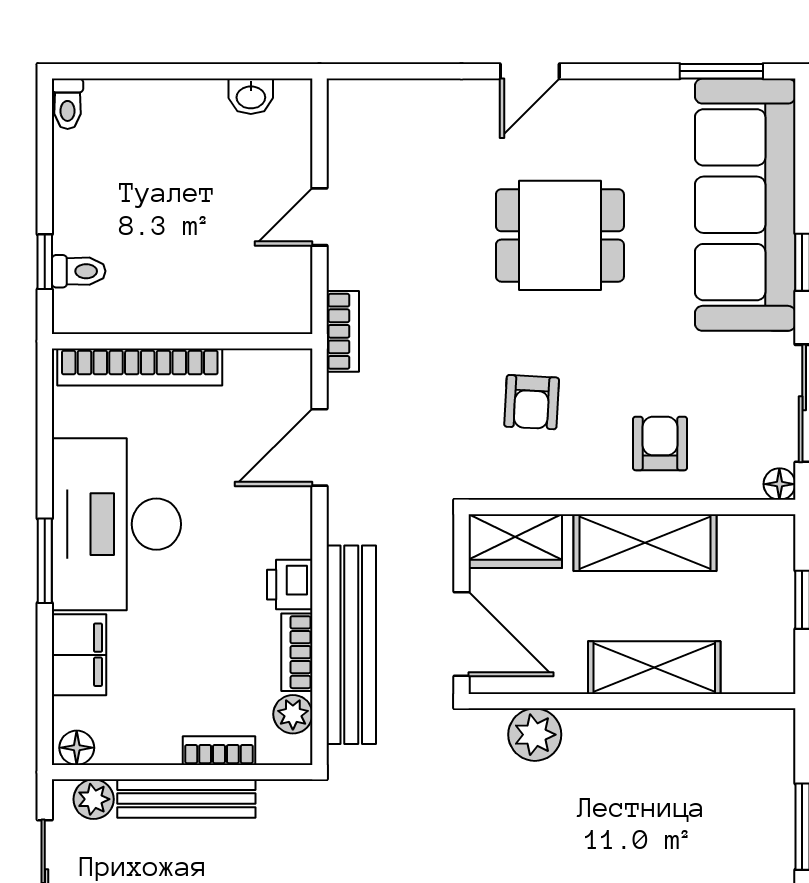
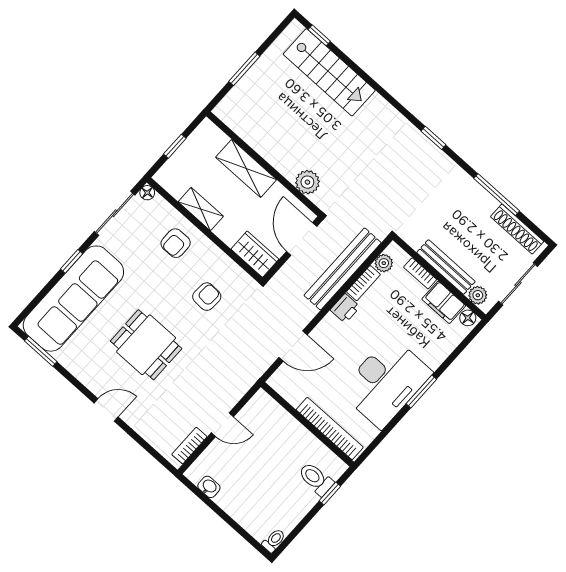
toilet: (79, 271) -> (316, 479), width x1.37, depth x1.39
bookcase: (343, 331) -> (189, 446), moved
shelving: (645, 543) -> (201, 209), width x0.67, depth x0.75
filing cabinet: (79, 655) -> (444, 302), moved, turned -90

